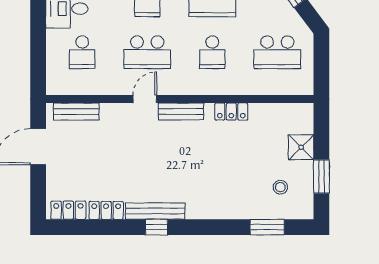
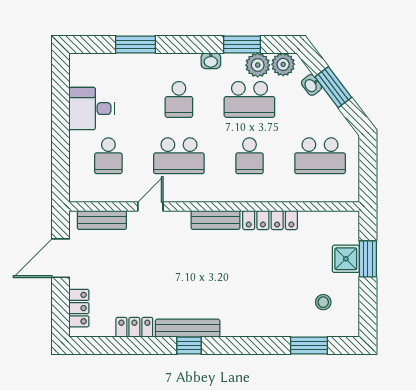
door: (145, 99) -> (150, 207), moved
locker: (231, 112) -> (270, 220), width x1.53
window: (321, 176) -> (368, 259), moved
locker: (68, 210) -> (79, 308), moved, turned 90

